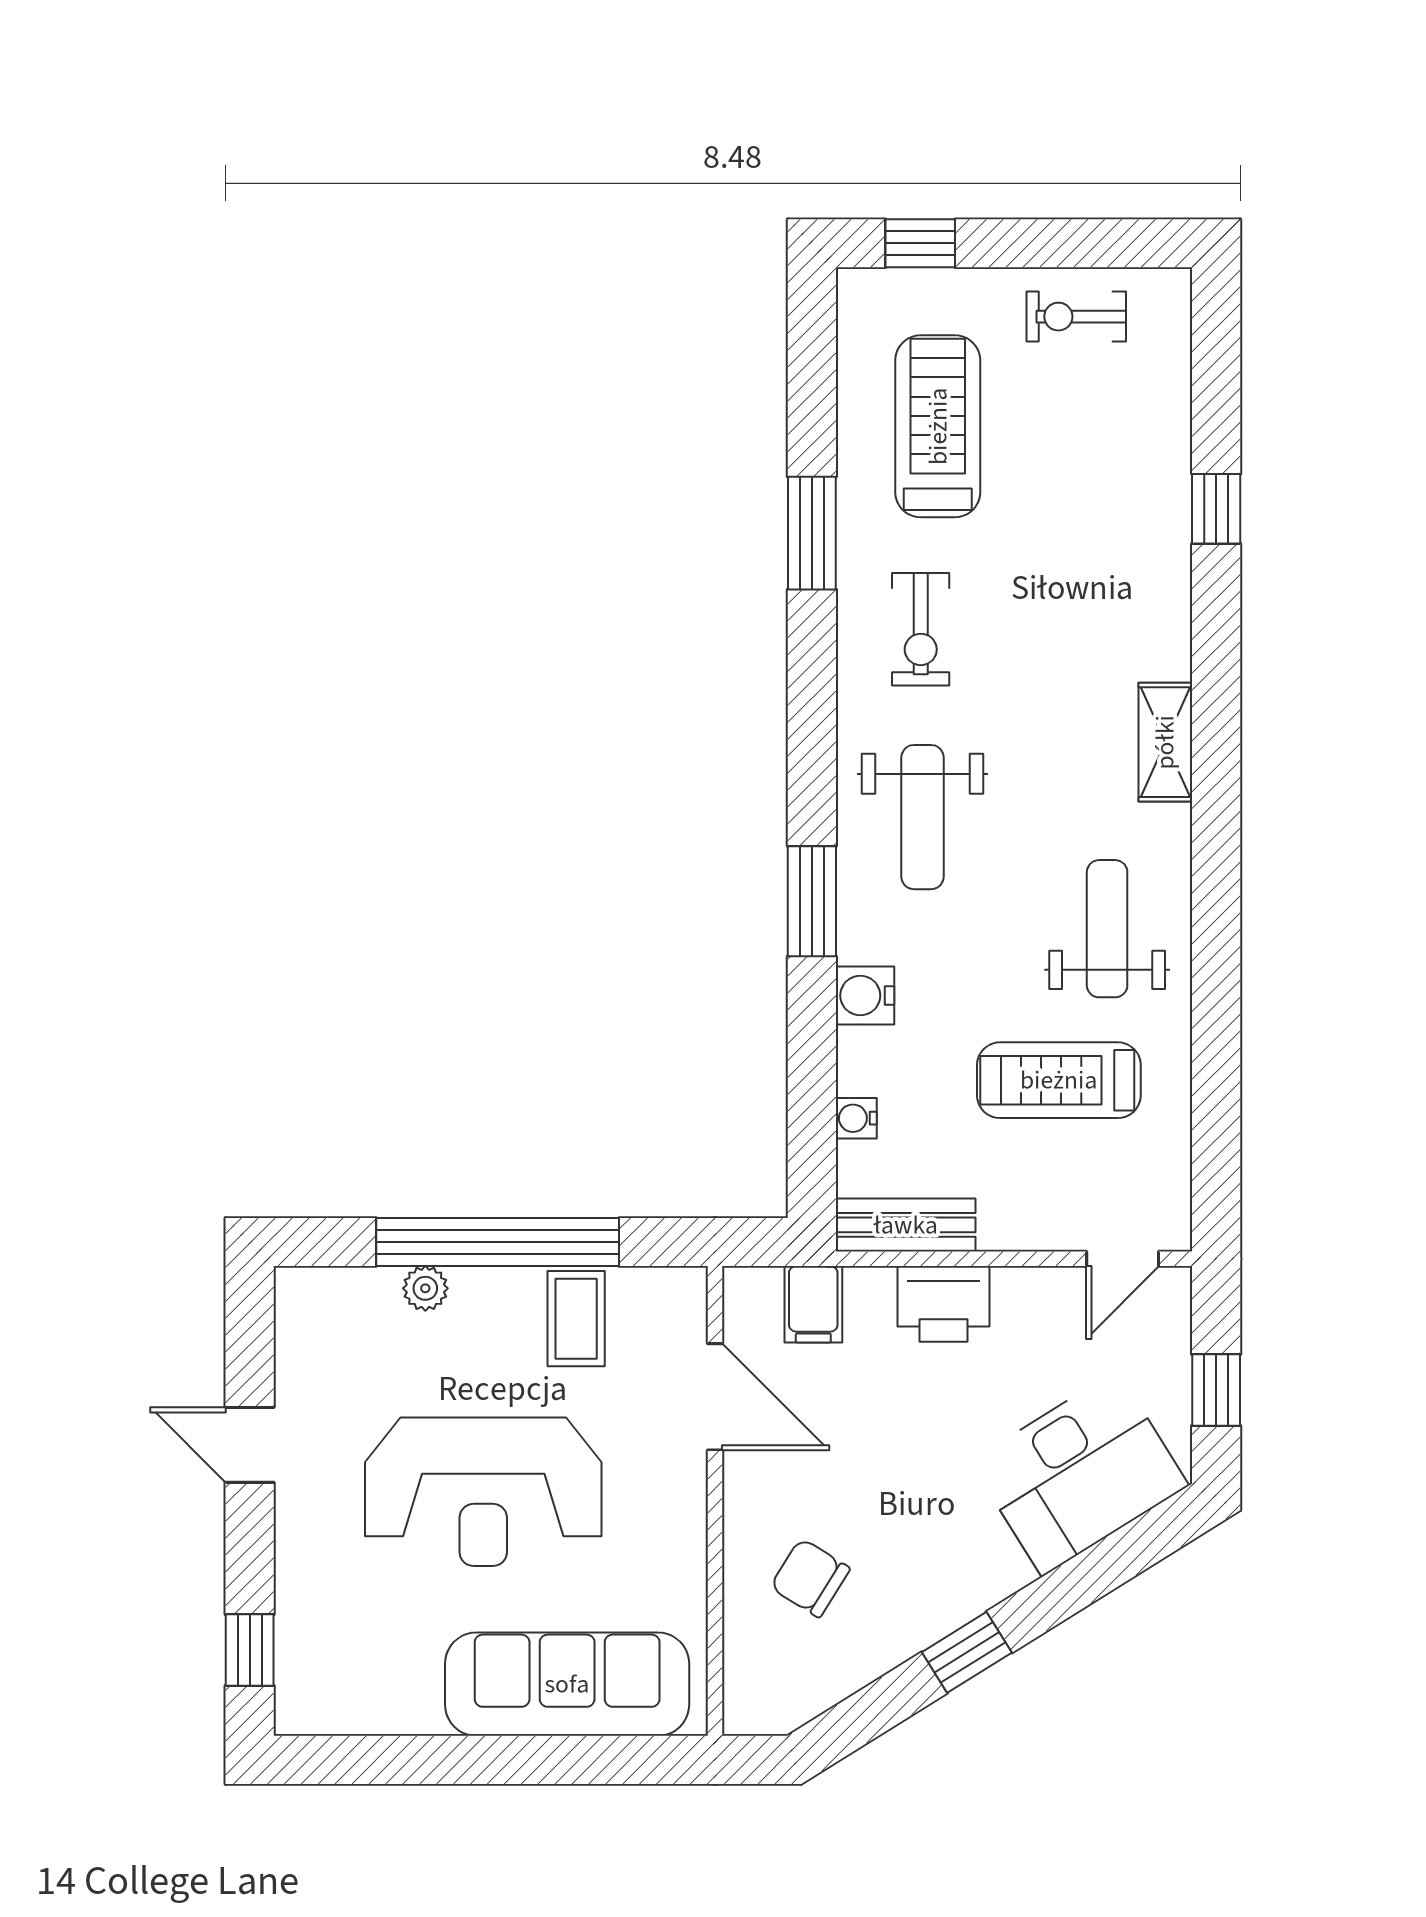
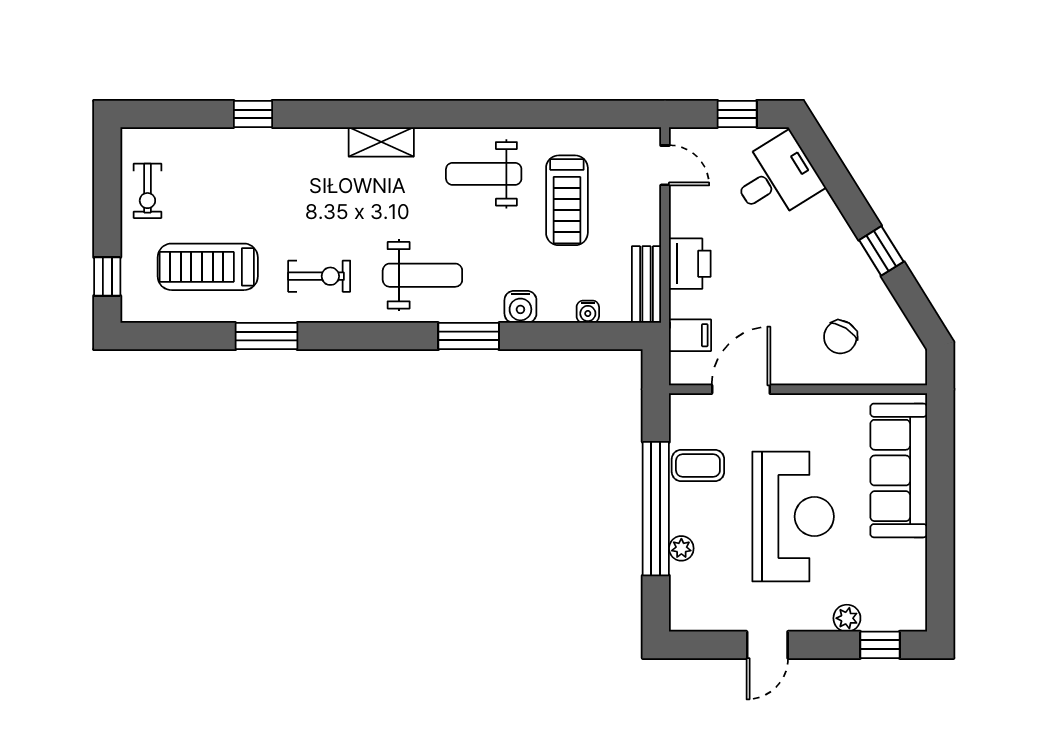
desk: (1080, 1473) -> (776, 178), width x0.73
plant: (298, 1590) -> (847, 618), added

